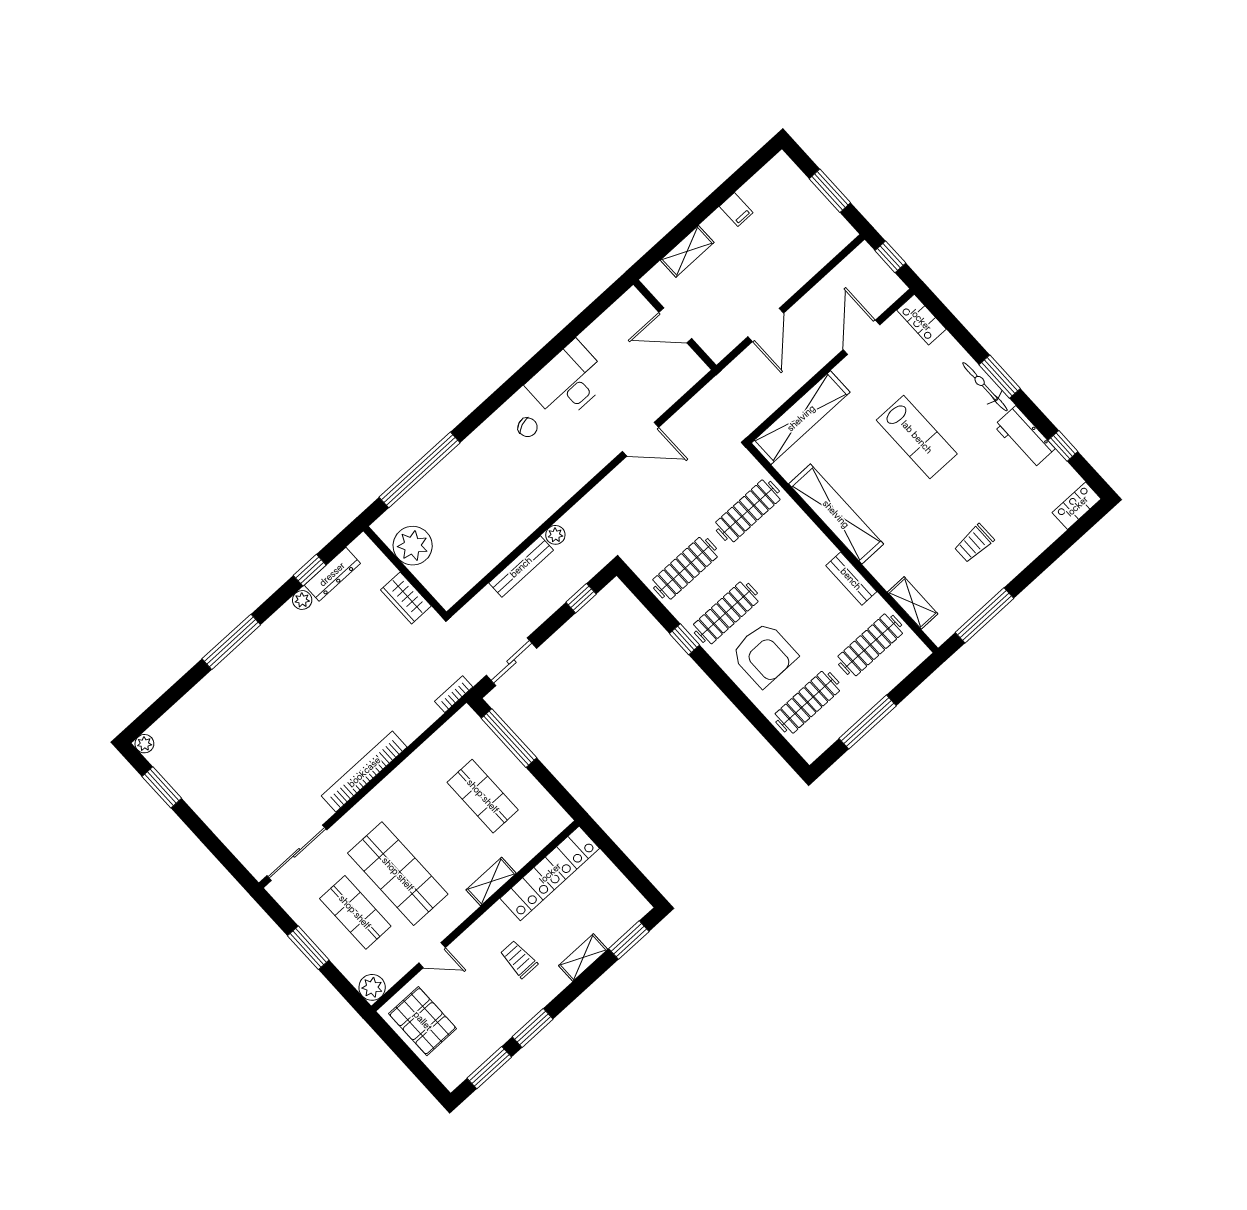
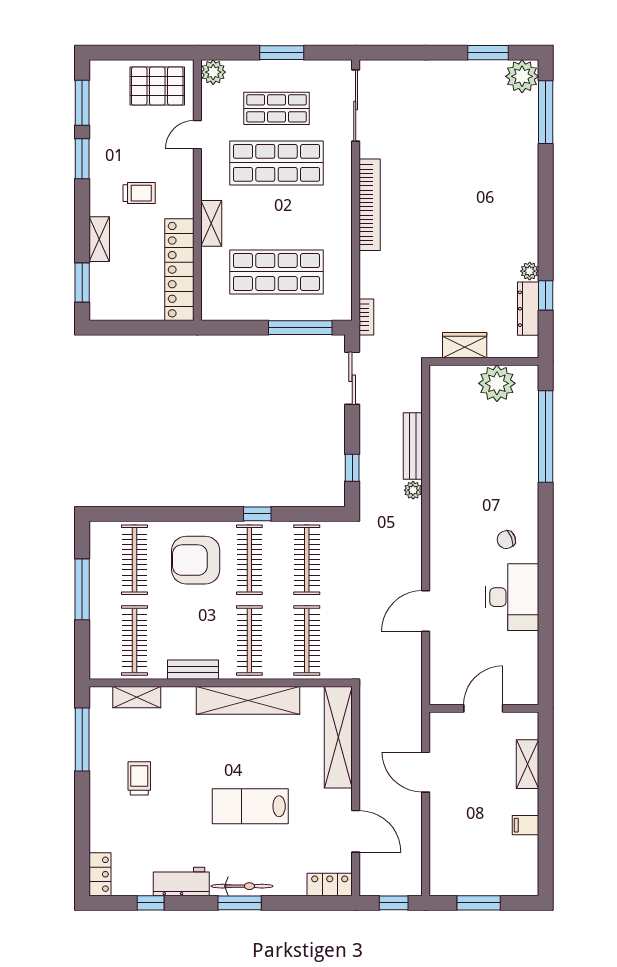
clothes rail: (789, 556) -> (249, 641), added
window: (231, 642) -> (546, 112), moved
plant: (144, 744) -> (522, 76), width x1.87, depth x1.87
shop shelf: (483, 796) -> (277, 272), width x1.43, depth x1.36

